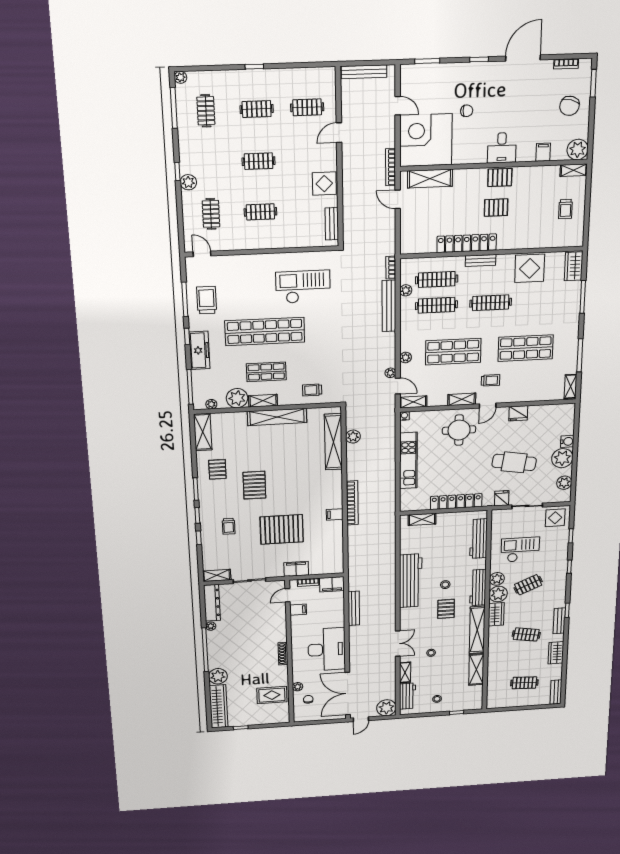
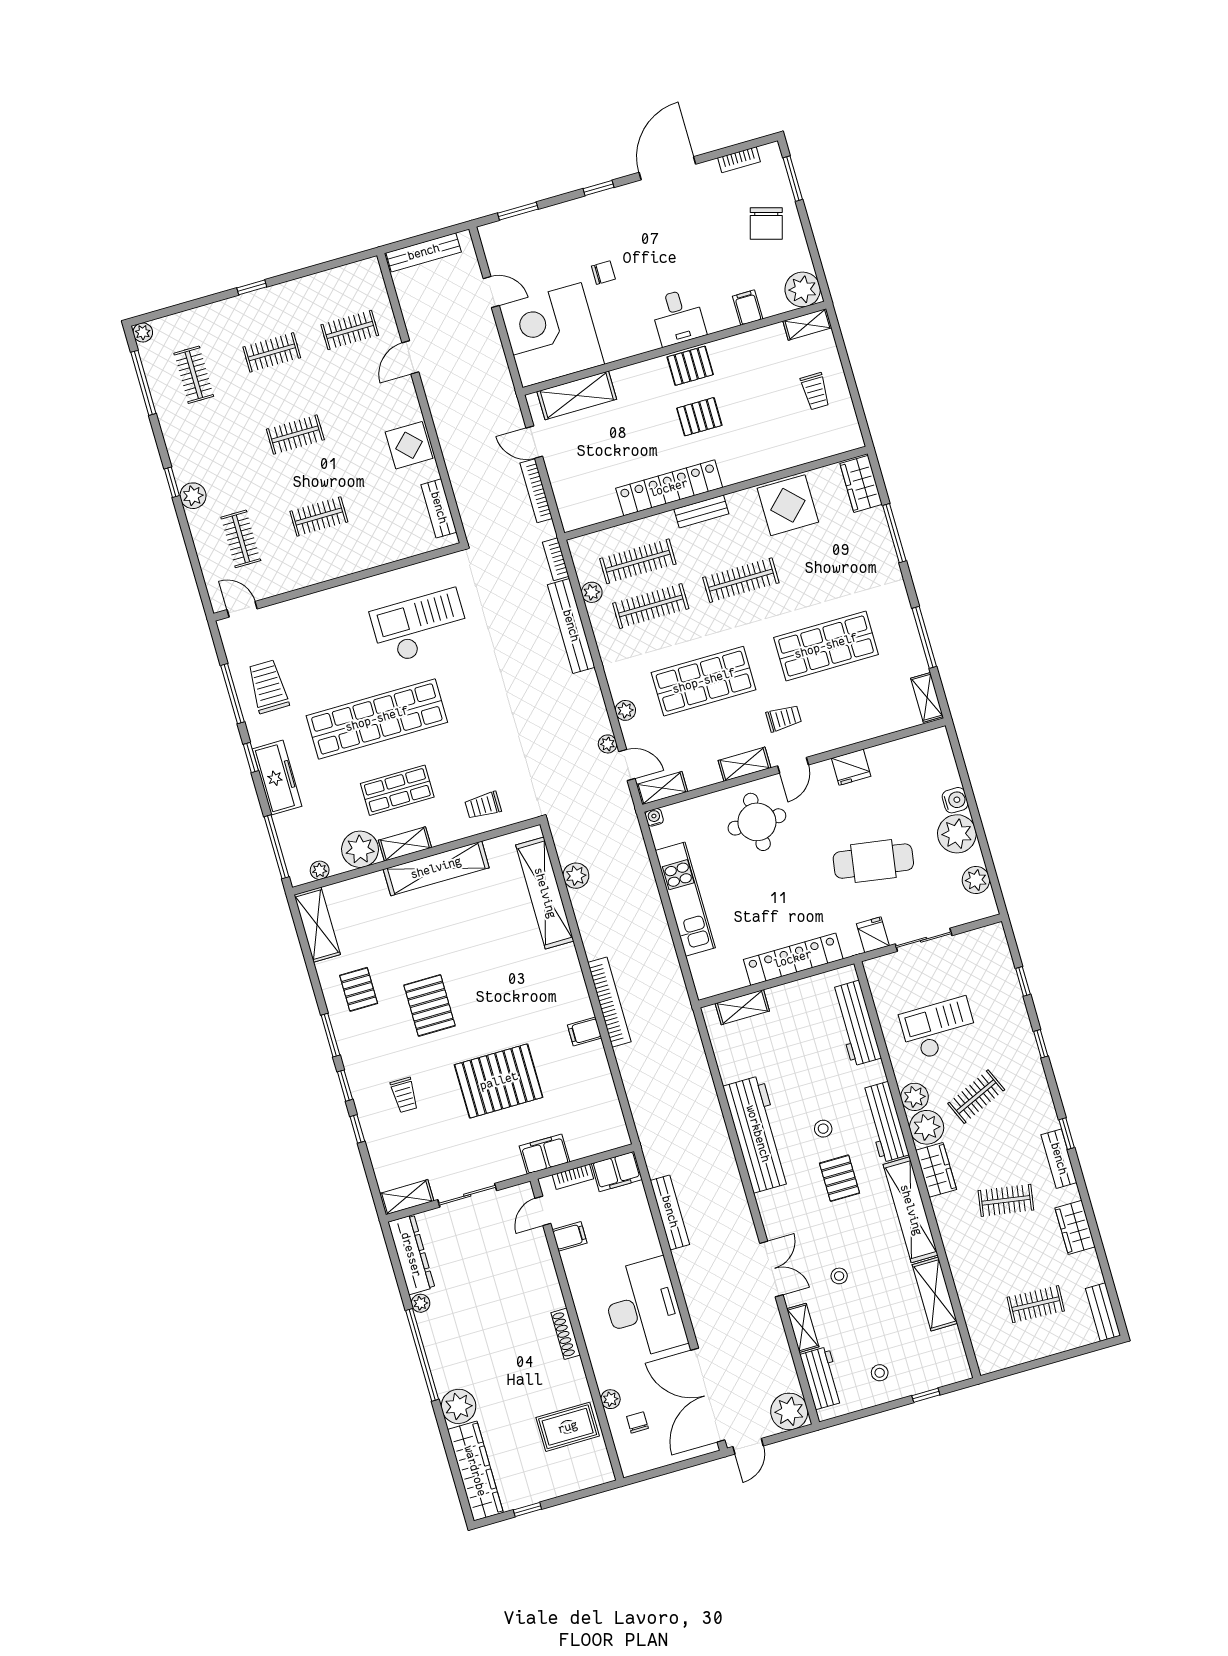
bookcase: (391, 167) -> (536, 491), moved
display table: (555, 518) -> (982, 952), removed

